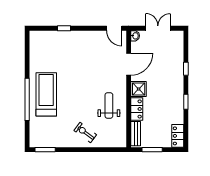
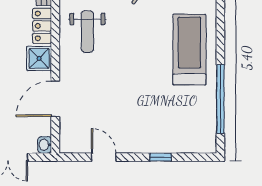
door: (114, 28) -> (104, 157), moved
treadmill: (46, 94) -> (189, 50), turned 180
window: (27, 99) -> (220, 99), moved

